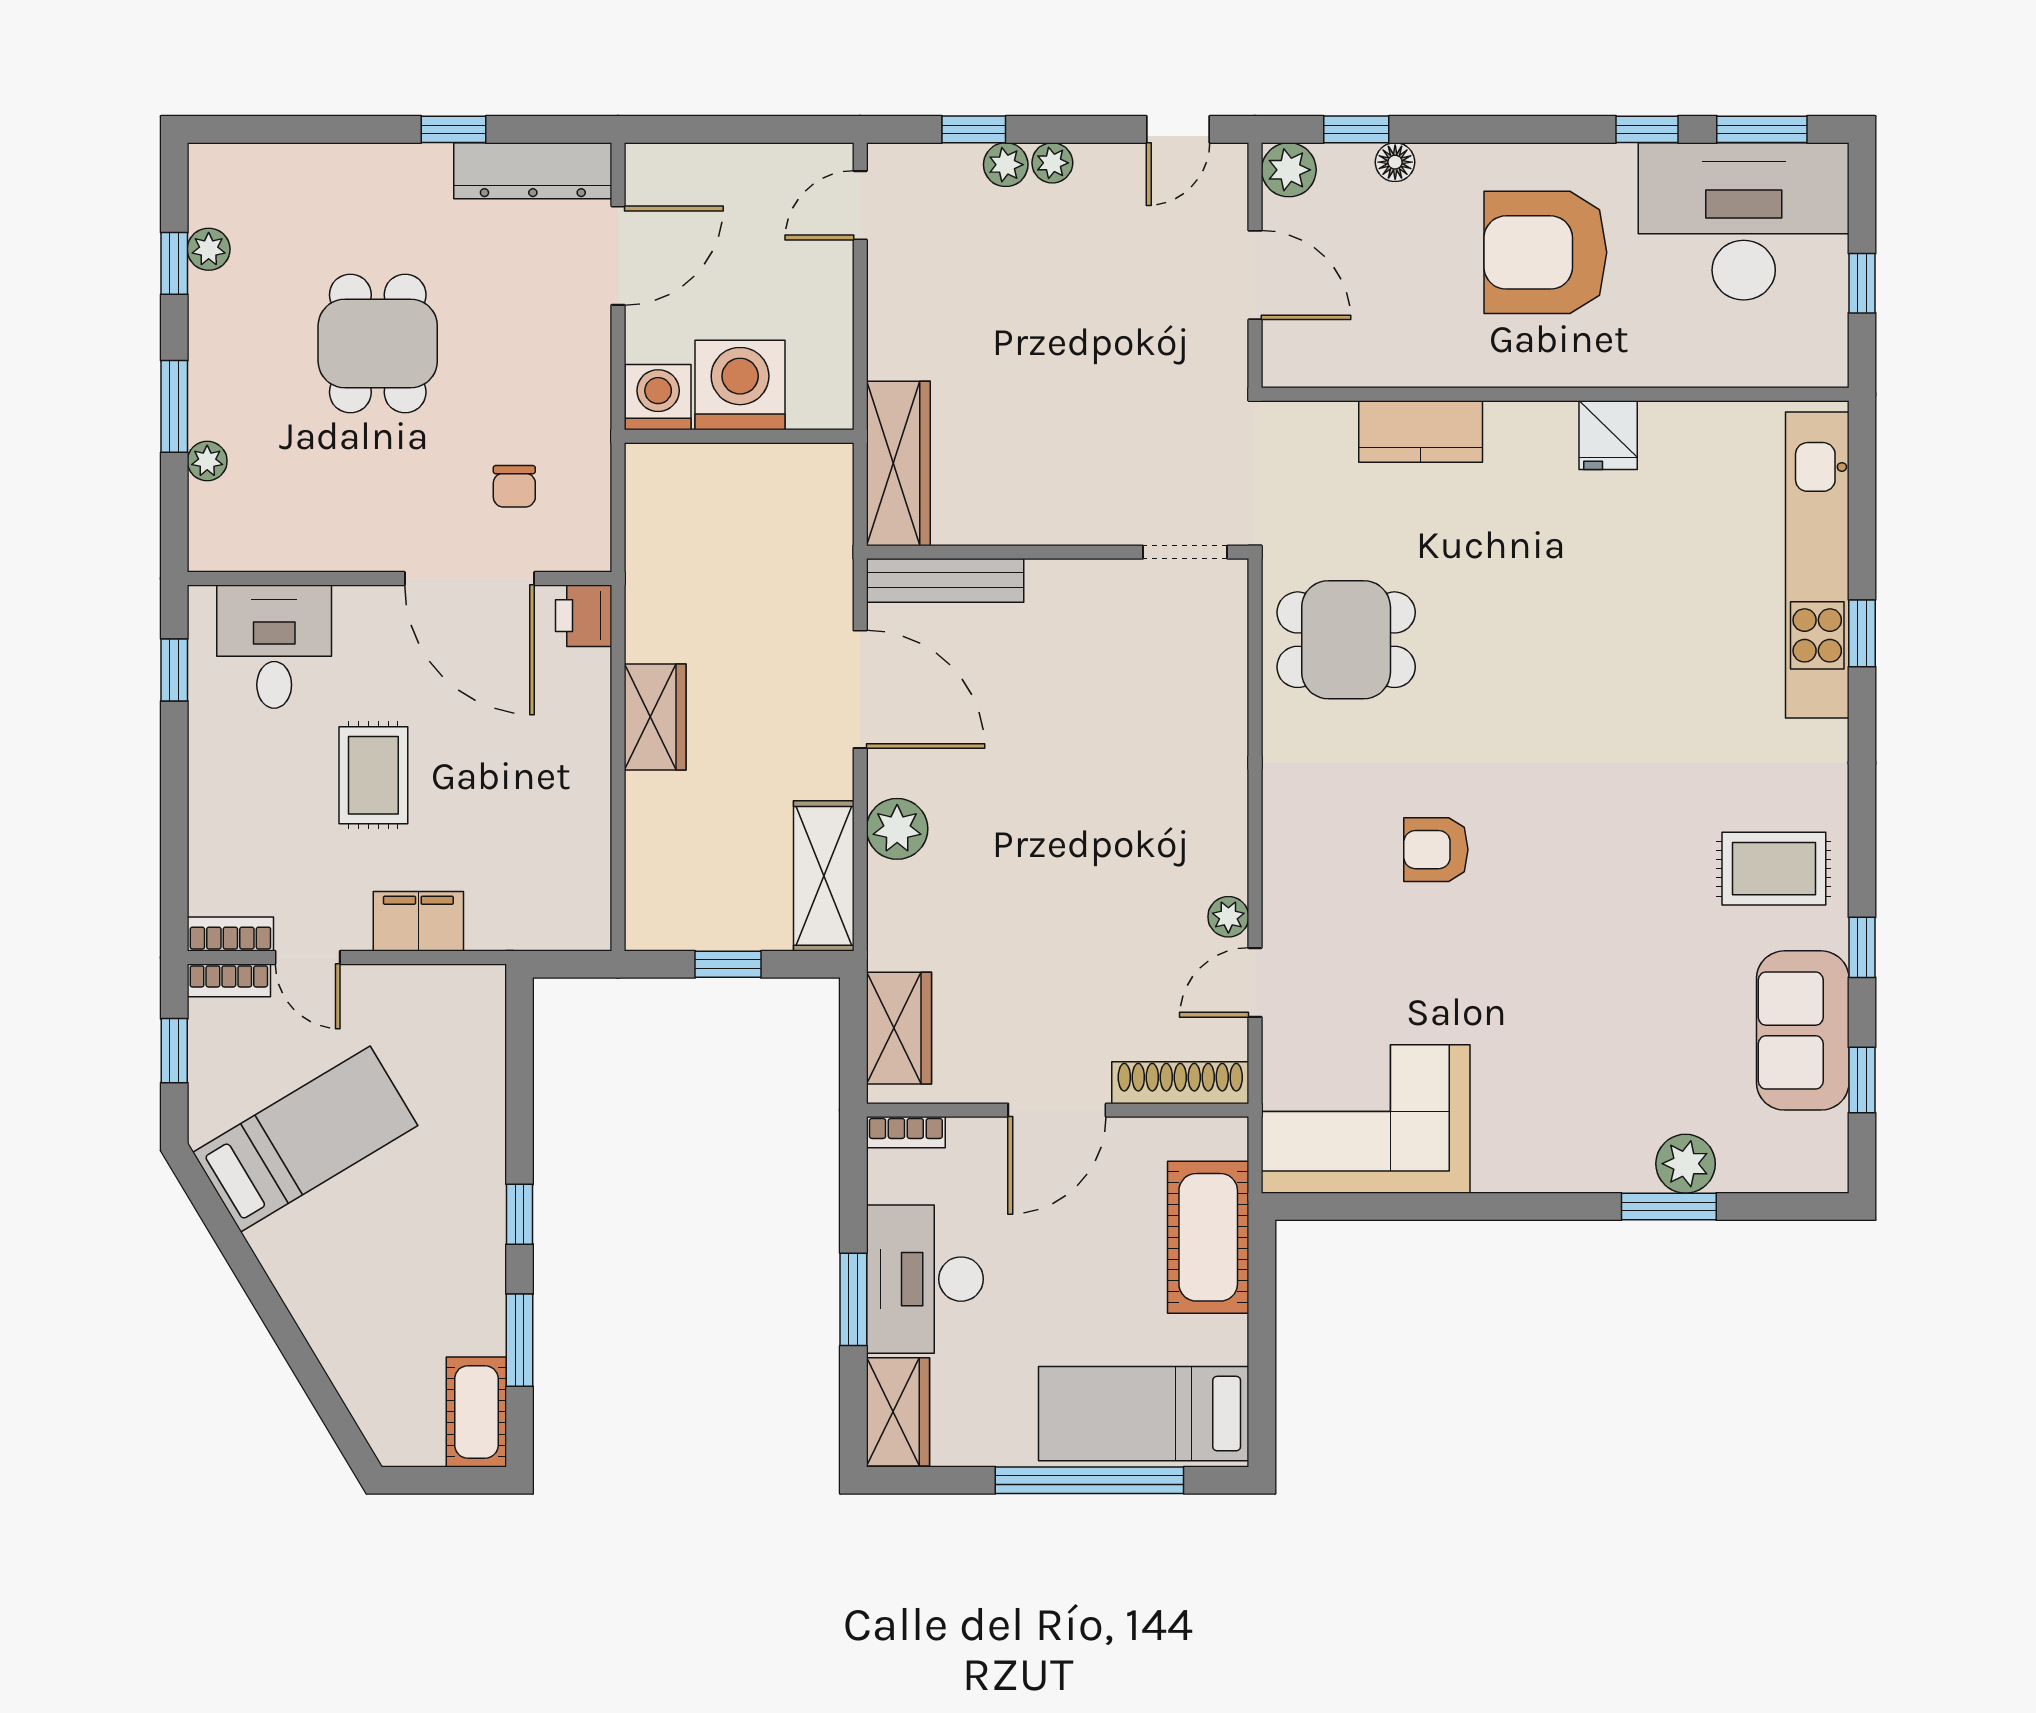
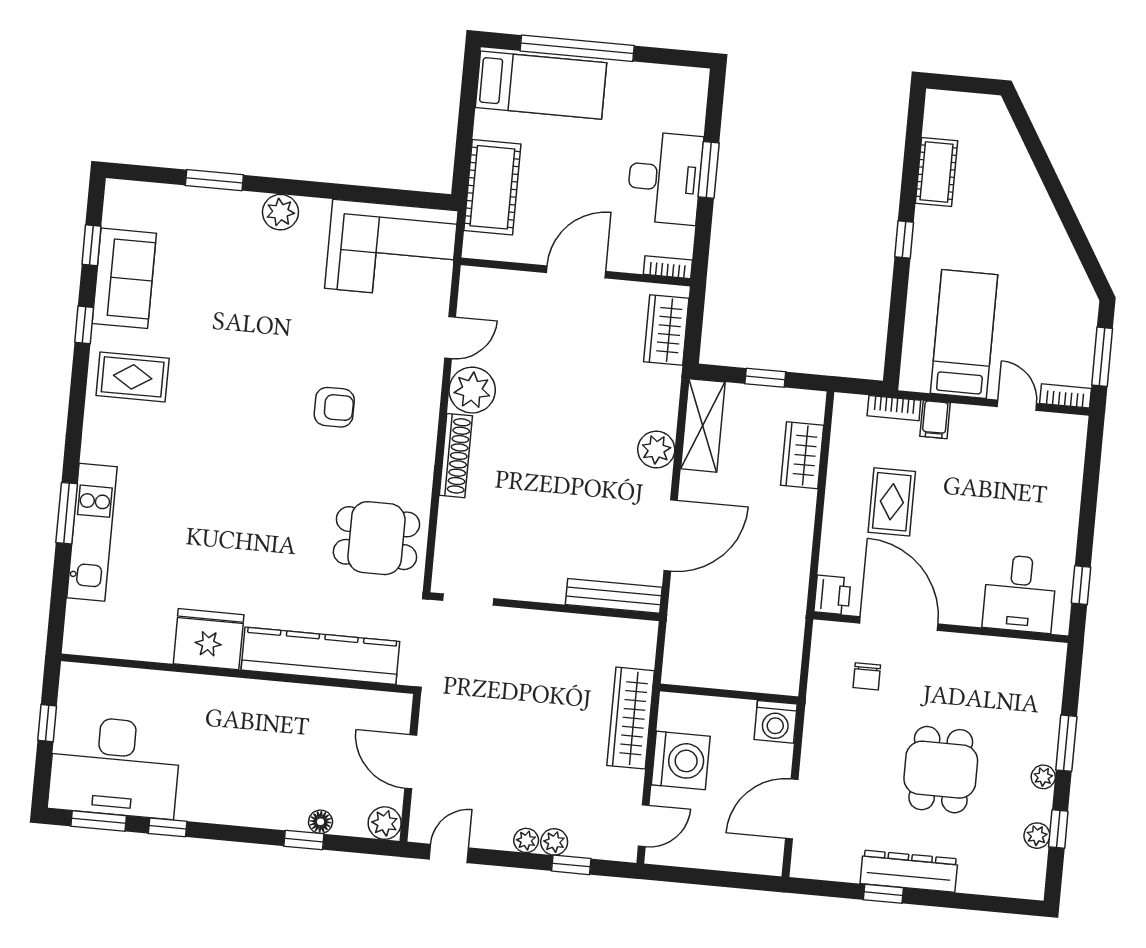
window: (1356, 129) -> (304, 840), moved
dresser: (533, 171) -> (909, 871), moved
armchair: (1545, 252) -> (235, 759), removed
washing machine: (740, 385) -> (681, 760), moved, turned -90
kitchen counter: (1421, 431) -> (320, 656), width x2.08, depth x1.17
fridge: (1608, 435) -> (209, 639), width x1.88, depth x1.34
plant: (207, 461) -> (1043, 777), moved
wardrobe: (898, 464) -> (631, 718), moved
chair: (514, 486) -> (867, 676), turned 180
kitchen unit: (1817, 565) -> (92, 532), width x0.73
window: (1862, 633) -> (67, 513), width x1.50
door: (860, 689) -> (671, 535), swing flipped
wardrobe: (655, 717) -> (802, 455), moved
rug: (373, 775) -> (892, 502), moved
plant: (1228, 917) -> (472, 390), width x1.88, depth x1.88
filing cabinet: (418, 921) -> (935, 420), width x0.50
bookcase: (230, 934) -> (894, 408), moved
window: (174, 1051) -> (1102, 357), width x1.50
shoe rack: (1180, 1083) -> (456, 456), moved, turned -90
bed: (305, 1139) -> (964, 334), moved, turned 121
plant: (1686, 1164) -> (280, 212), moved
window: (520, 1340) -> (911, 164), removed
cot: (476, 1412) -> (936, 172), moved
wardrobe: (898, 1412) -> (688, 100), removed

